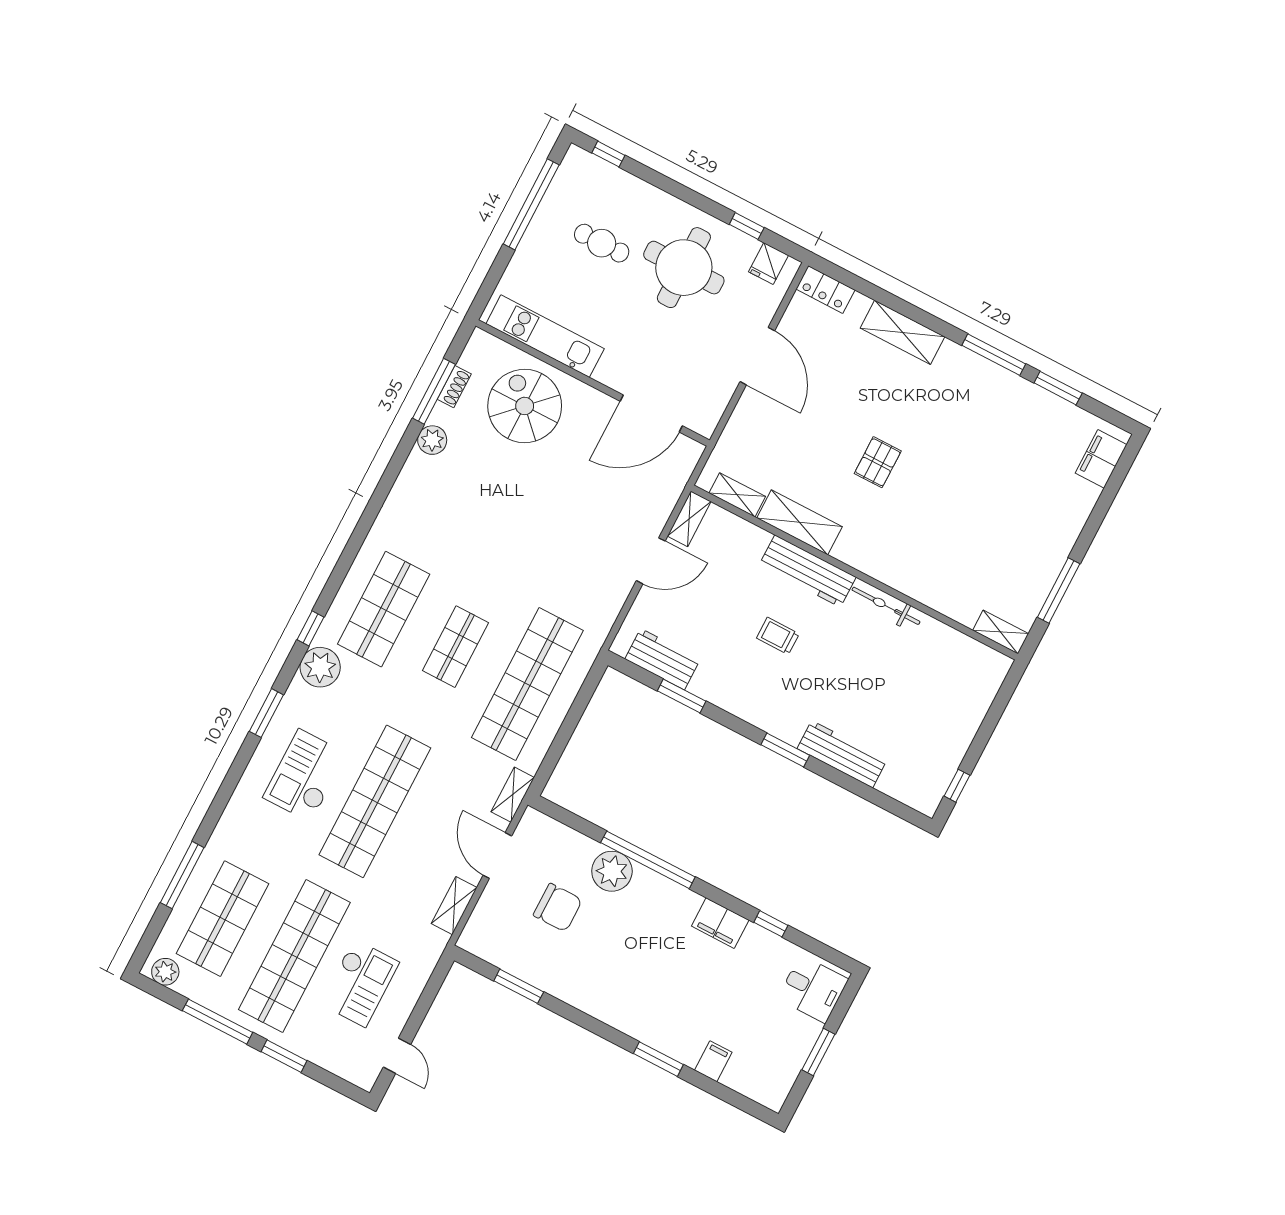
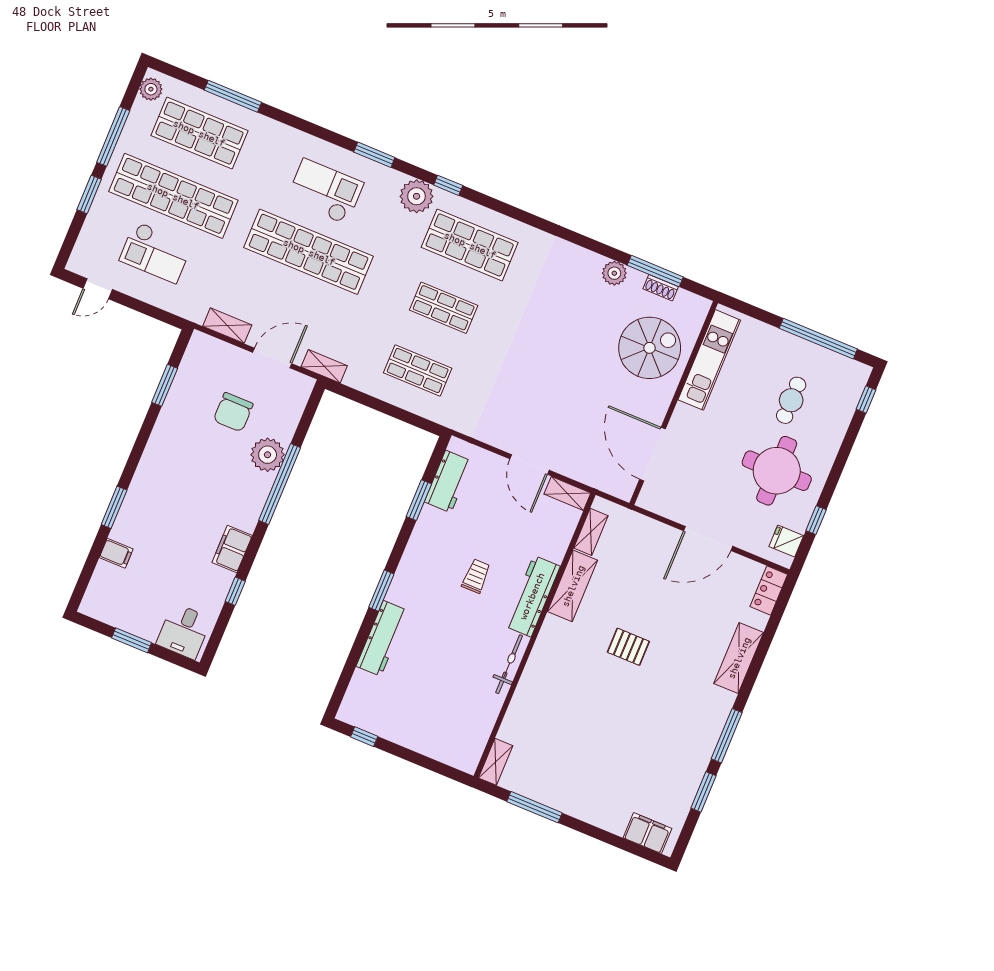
shop shelf: (527, 684) -> (418, 371), width x0.50, depth x0.74

